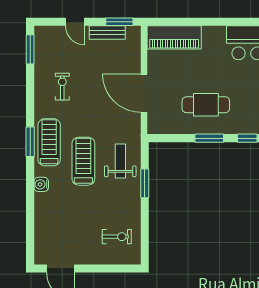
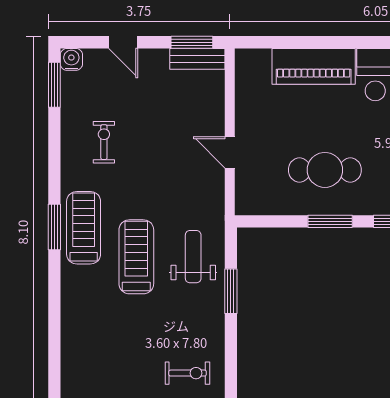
bench: (107, 33) -> (197, 59), moved
piano: (174, 37) -> (314, 66), moved
door: (144, 93) -> (230, 152), width x0.53
water cooler: (41, 184) -> (71, 59), moved, turned 90

